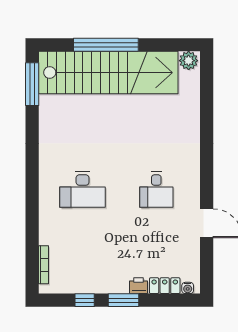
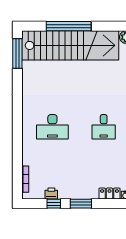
printer: (139, 286) -> (51, 194), moved

